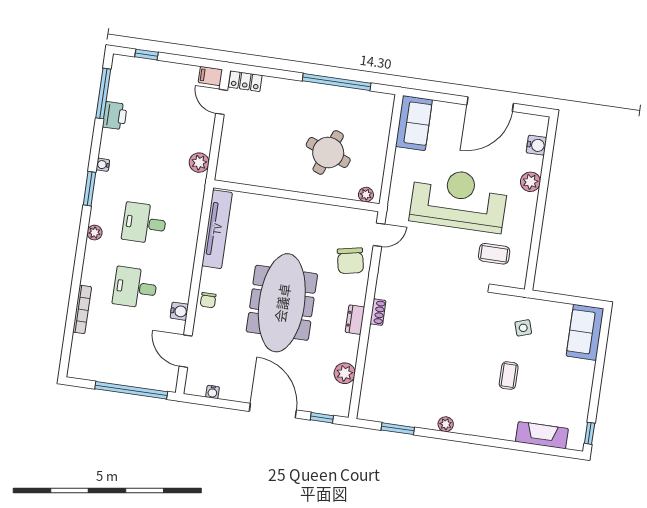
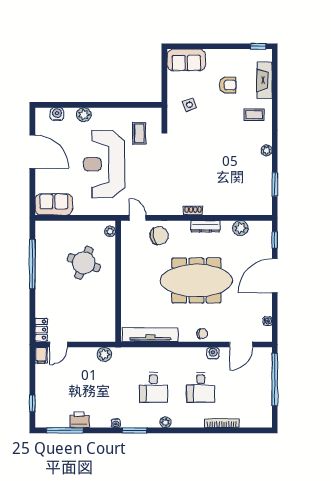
dresser: (355, 320) -> (205, 226), width x1.44
coffee table: (509, 376) -> (254, 115), moved
armchair: (543, 384) -> (228, 85), added

